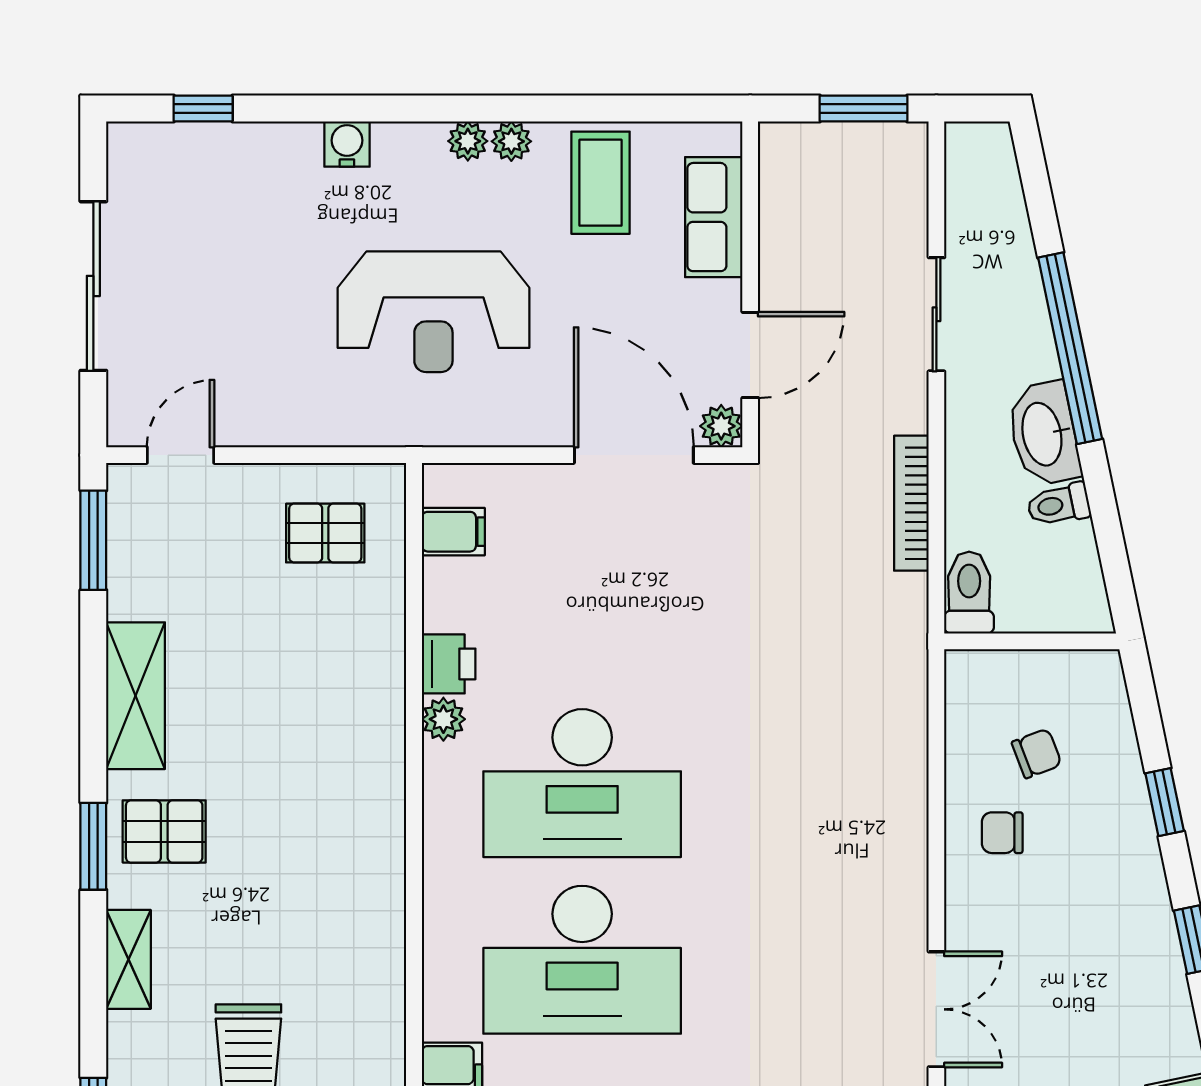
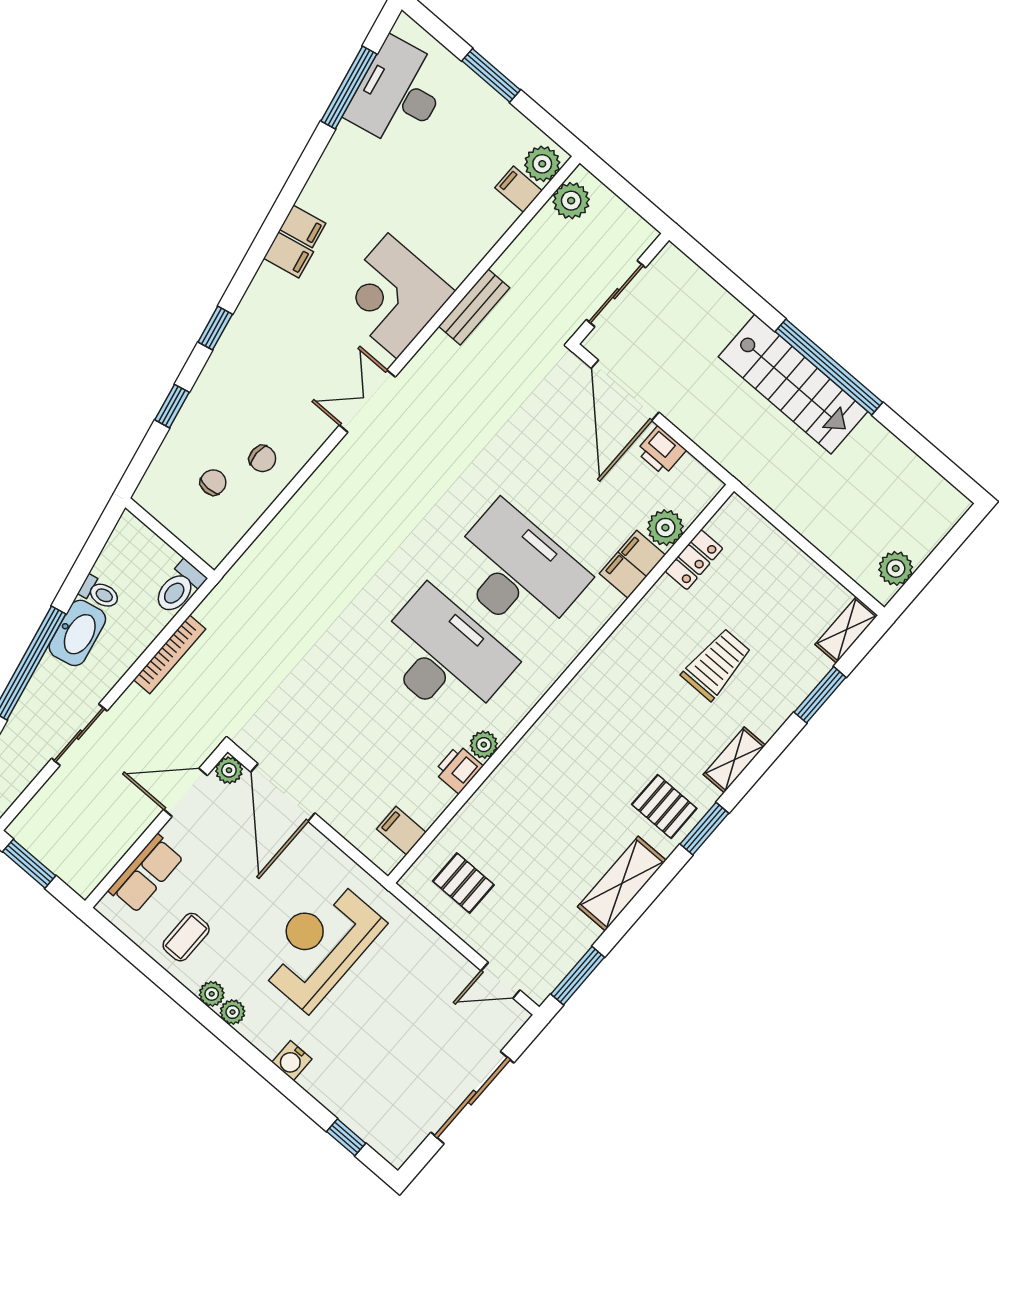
coffee table: (601, 183) -> (186, 937), width x0.73, depth x0.77
reception desk: (433, 312) -> (320, 944), turned -90
chair: (1037, 753) -> (213, 482), turned 111

